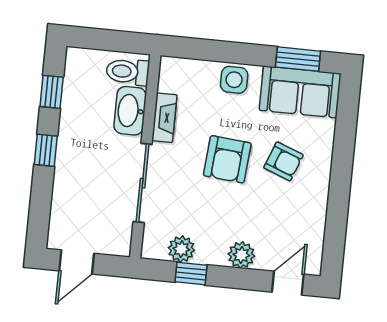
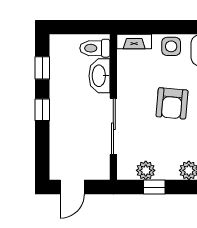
fireplace: (164, 118) -> (134, 42), moved, turned 90

